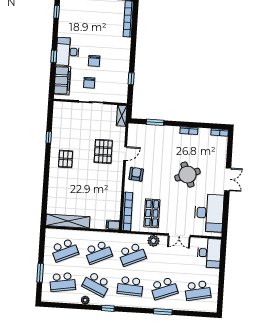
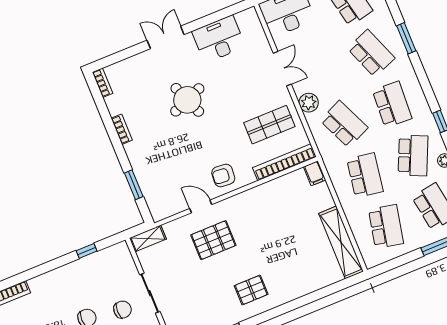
desk: (209, 213) -> (219, 39), width x0.73, depth x0.77
school desk: (65, 250) -> (386, 226), turned 36
school desk: (98, 252) -> (365, 175), turned 33

